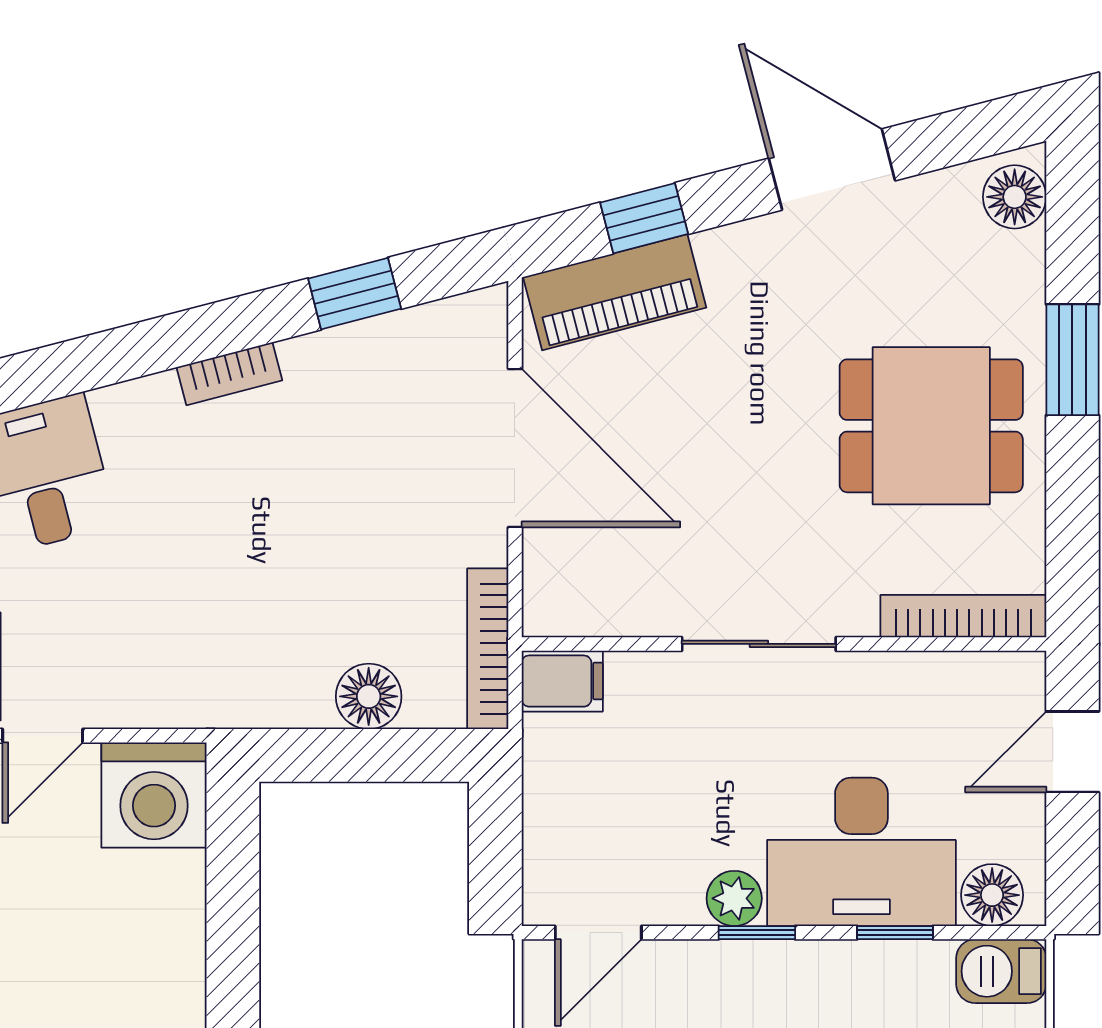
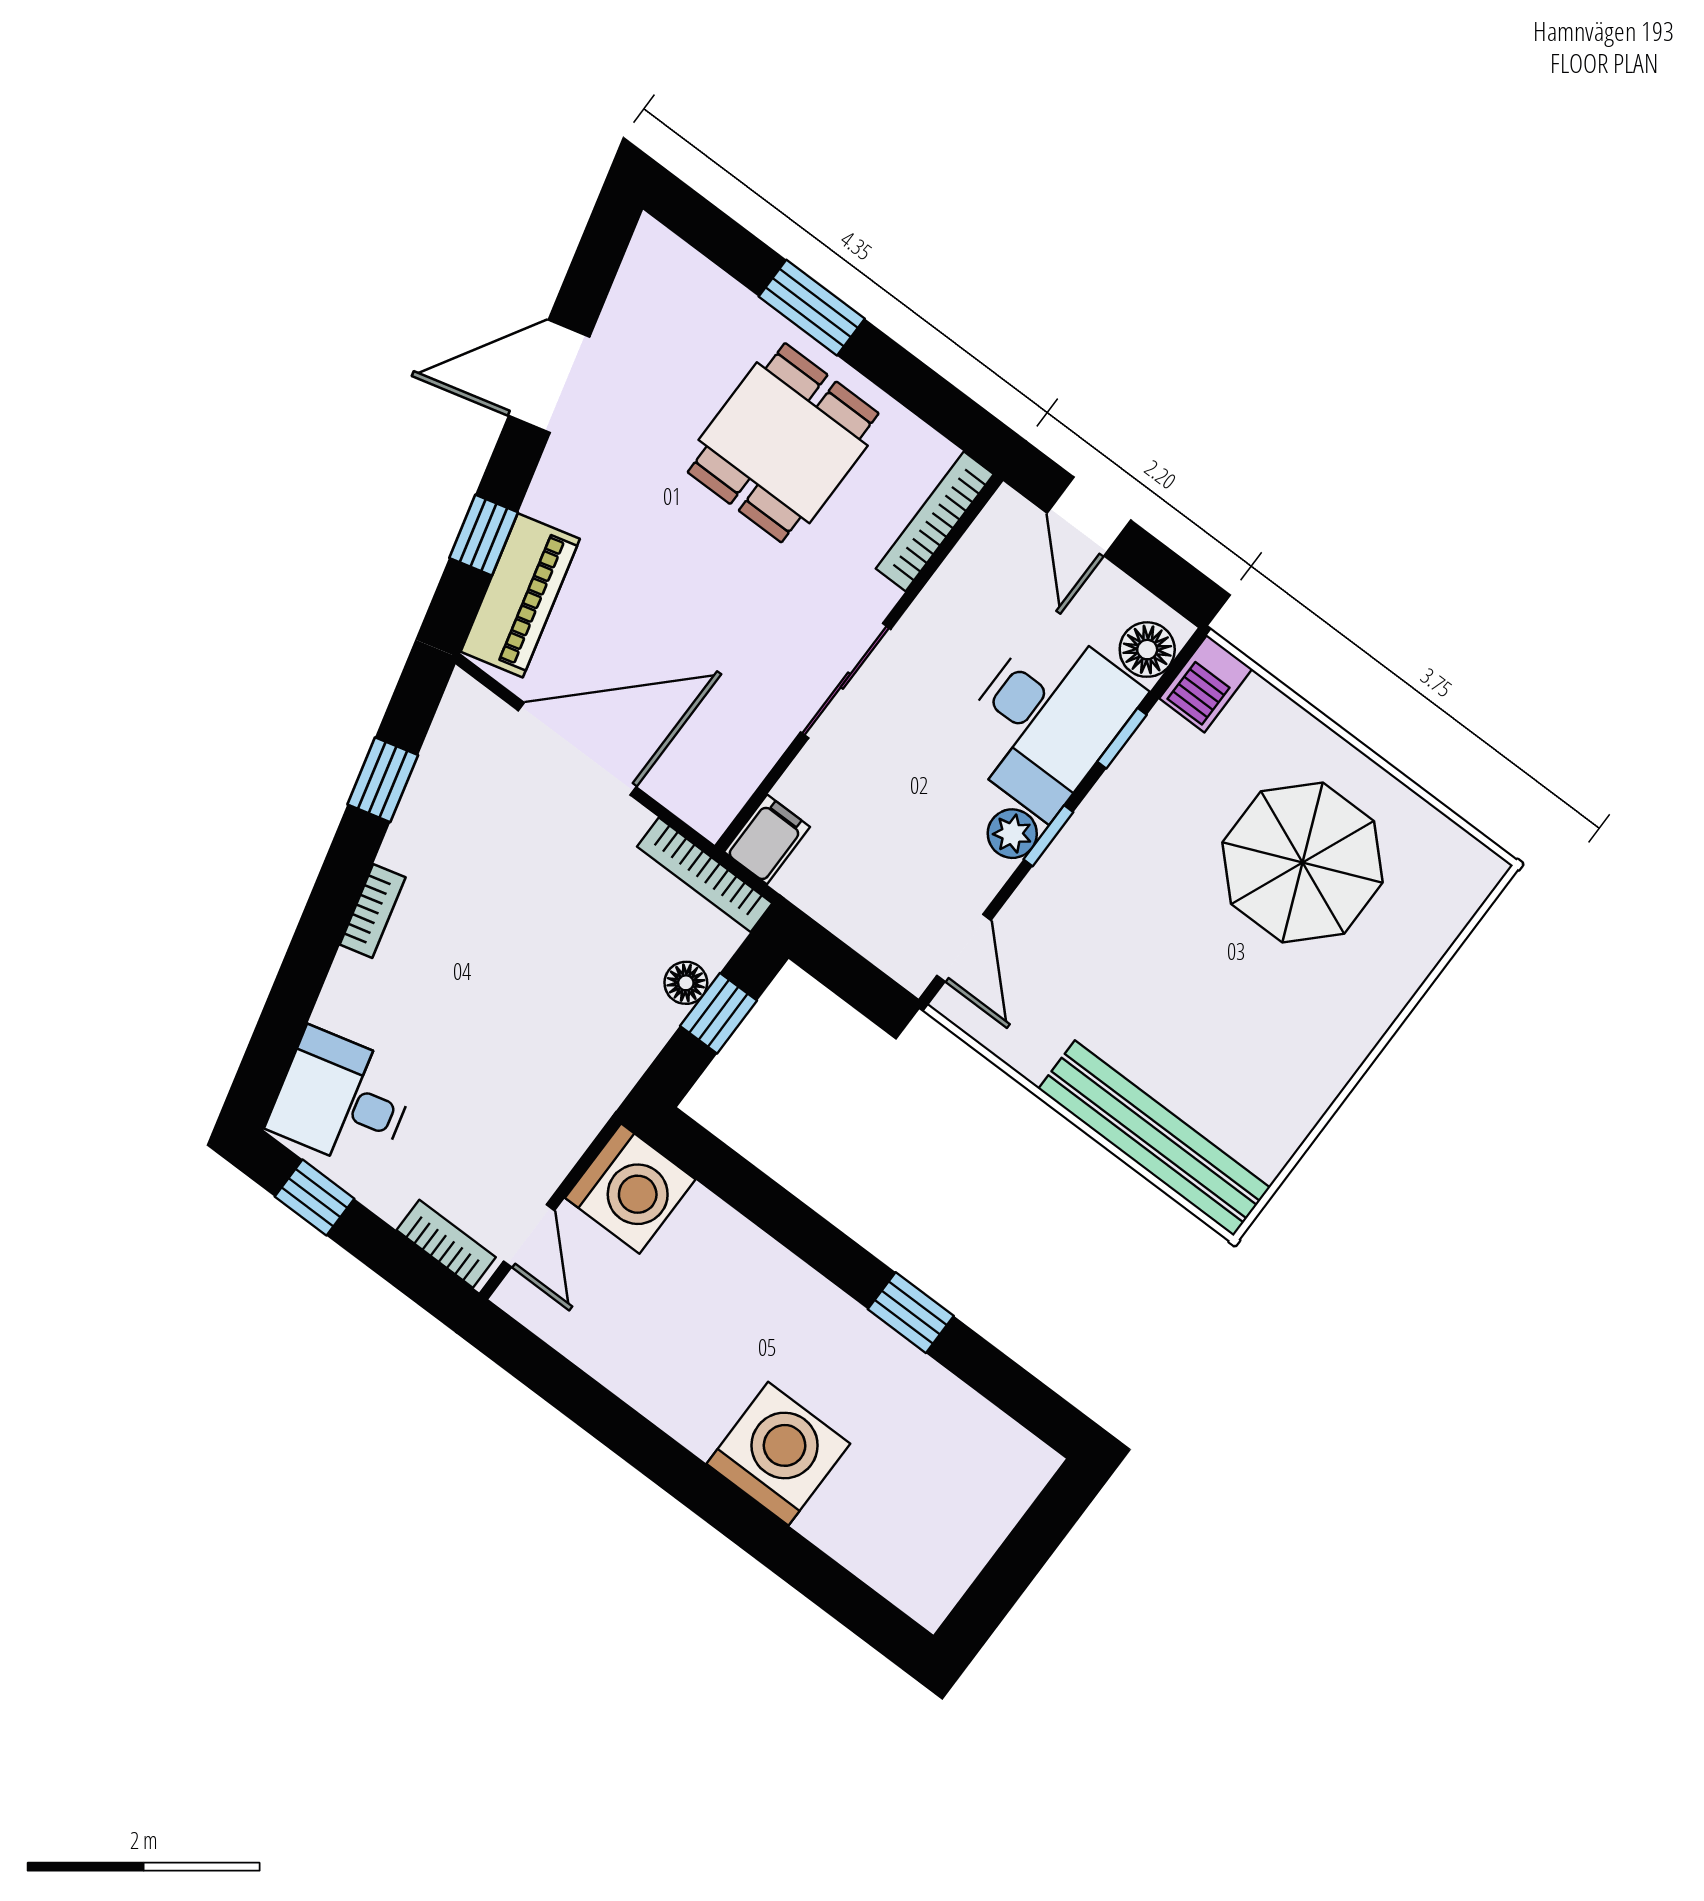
floor lamp: (1015, 197) -> (666, 262), removed
floor lamp: (369, 696) -> (686, 983), width x0.73, depth x0.73
window: (372, 755) -> (718, 1013), added

